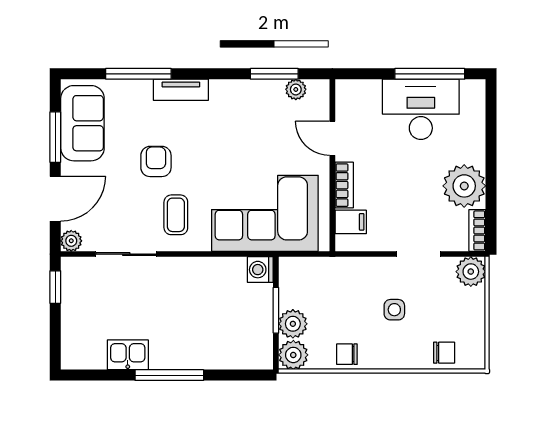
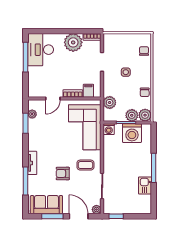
desk: (421, 109) -> (41, 50), moved
plant: (471, 272) -> (110, 103), moved
washing machine: (251, 324) -> (132, 133), added

